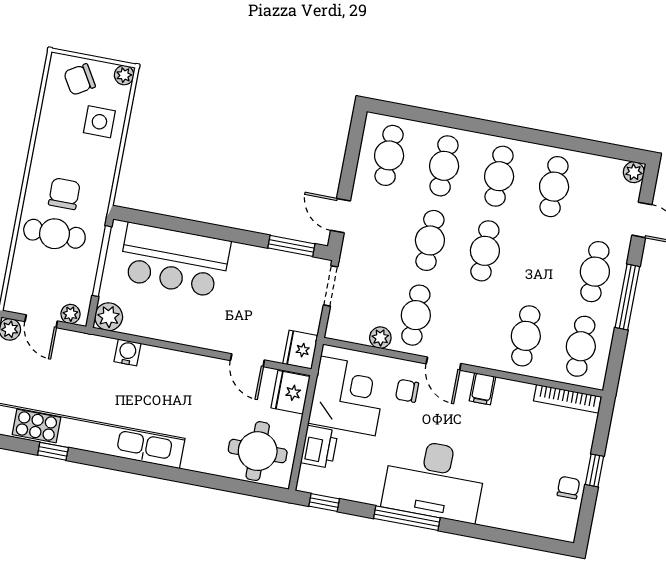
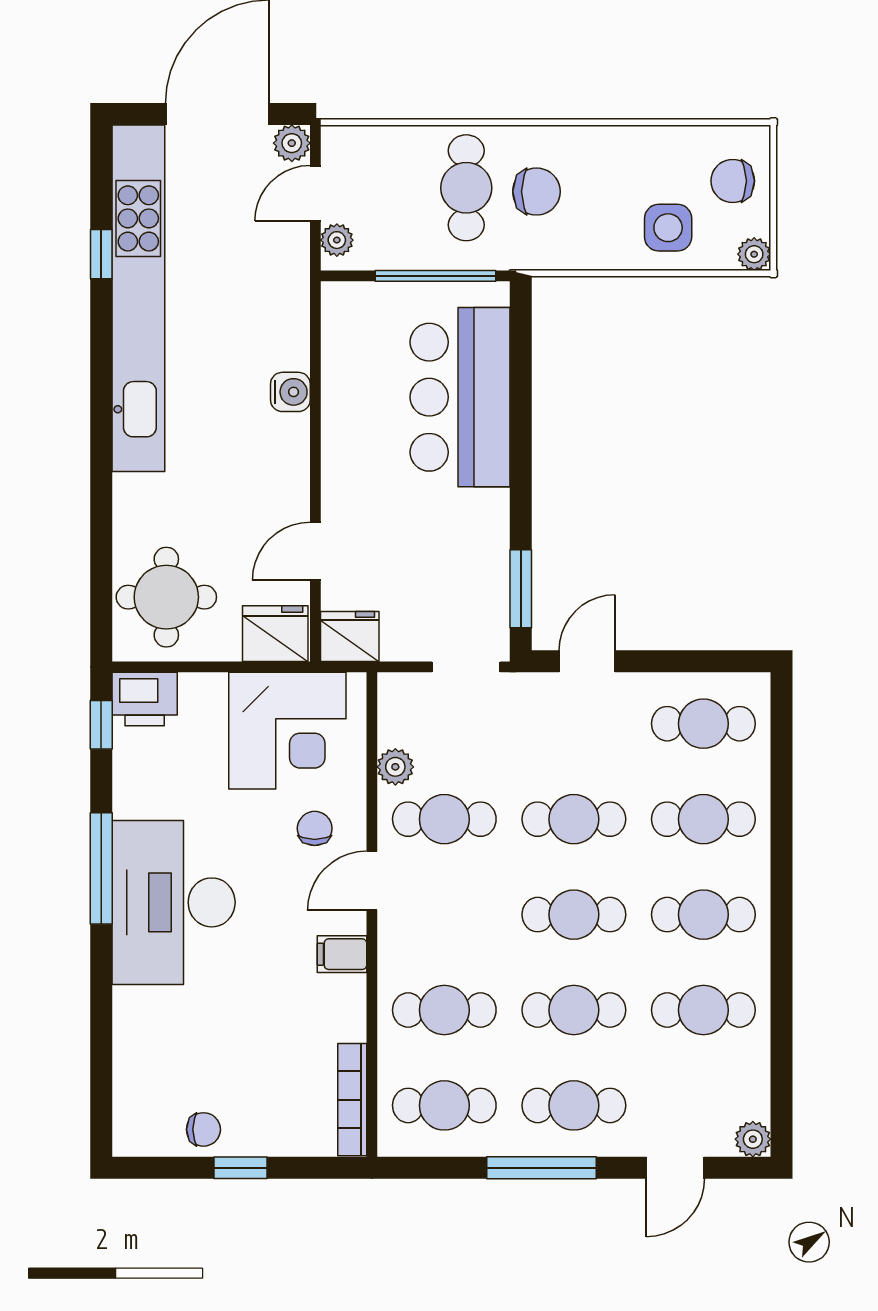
chair: (80, 79) -> (733, 181), turned -59
cafe table: (540, 261) -> (574, 1010), added
plant: (109, 317) -> (344, 305), removed
water cooler: (127, 352) -> (290, 392), moved
printer: (319, 447) -> (145, 699), moved

